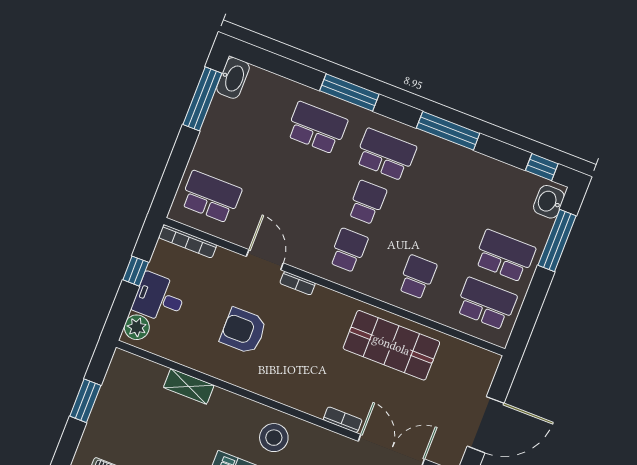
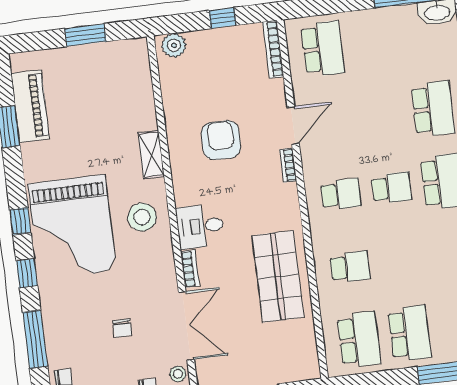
desk: (159, 298) -> (200, 226), moved, turned -90
shelving: (189, 386) -> (151, 155), moved

